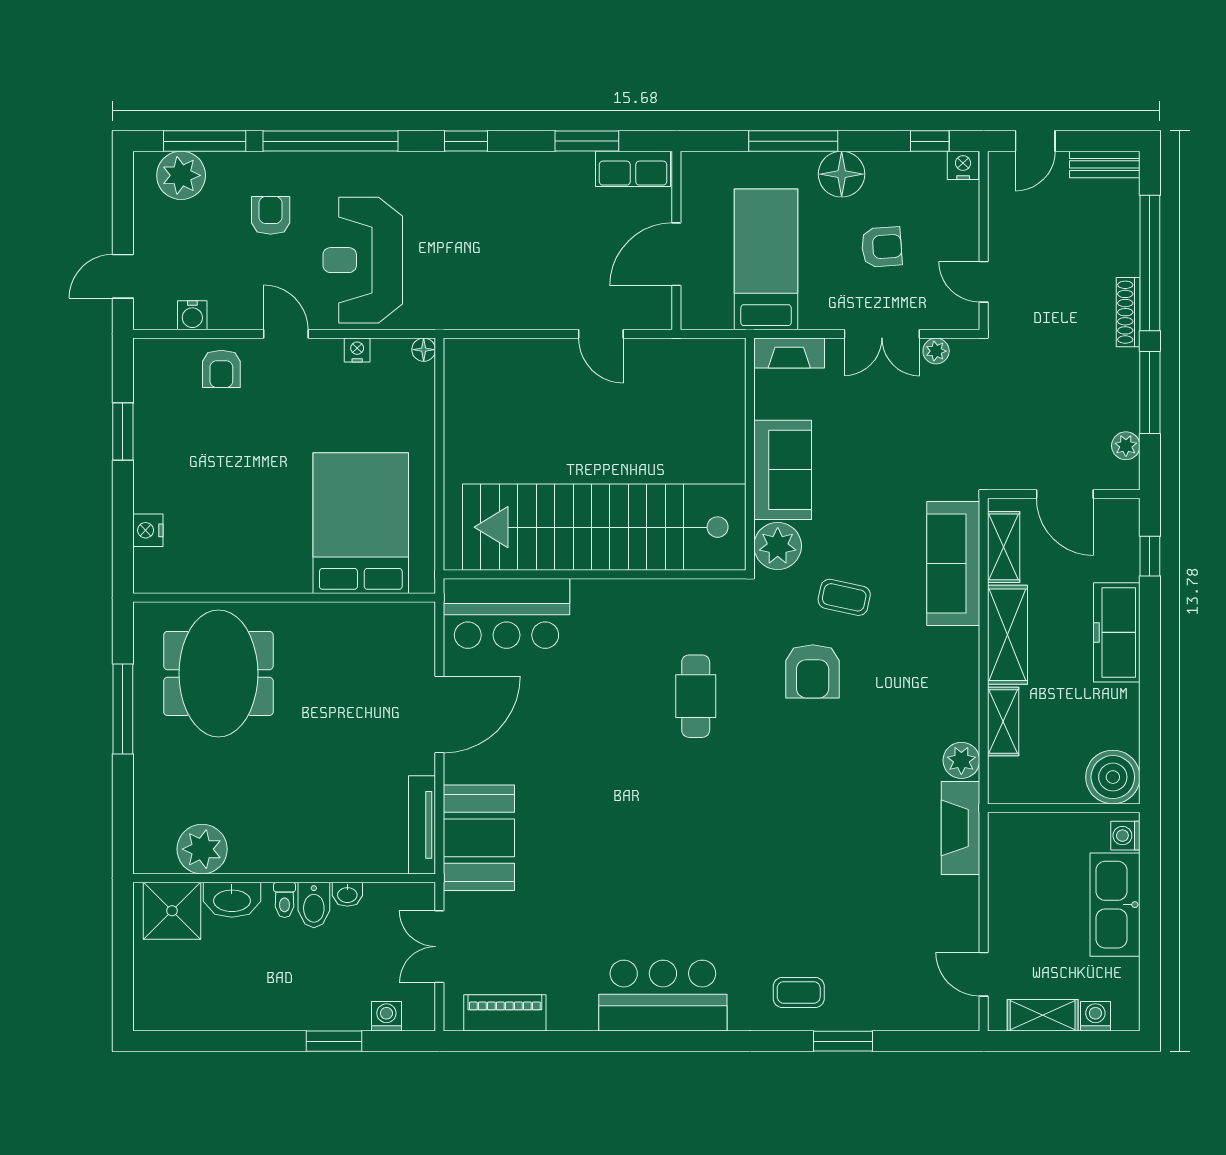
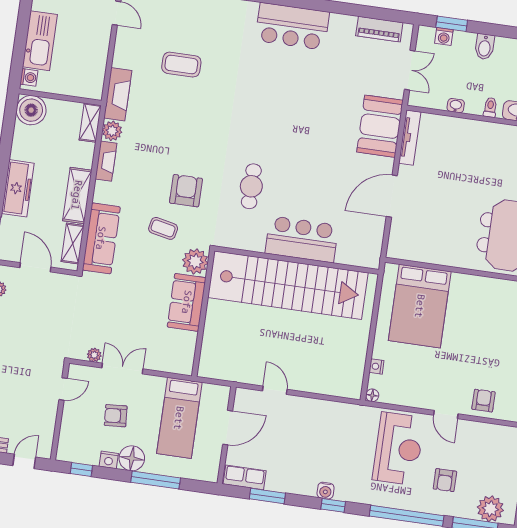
nightstand: (963, 165) -> (109, 460), moved
door: (984, 282) -> (63, 389), hinge flipped
water cooler: (192, 315) -> (326, 491), moved, turned 180
nightstand: (357, 350) -> (376, 366), moved, turned 90
fireplace: (789, 353) -> (106, 161), moved, turned 90
bar counter: (506, 613) -> (302, 239), moved
shelving: (1003, 722) -> (90, 123), moved
bidet: (314, 905) -> (485, 47), moved, turned 180
coffee table: (799, 992) -> (181, 65), moved, width x1.36, depth x1.30
window: (334, 1041) -> (452, 24), moved

